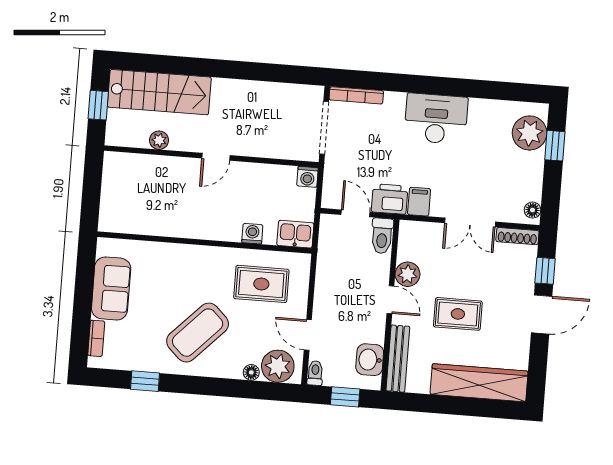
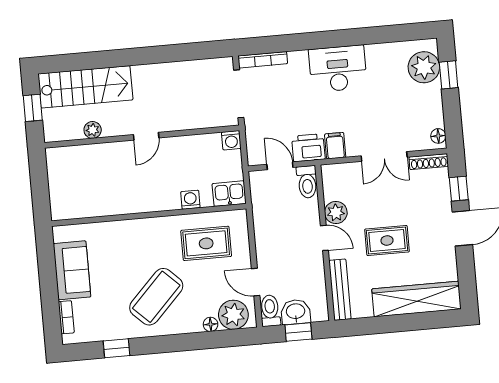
washbasin: (370, 360) -> (296, 312), moved, turned 90
toilet: (315, 373) -> (270, 311), width x1.37, depth x1.39

